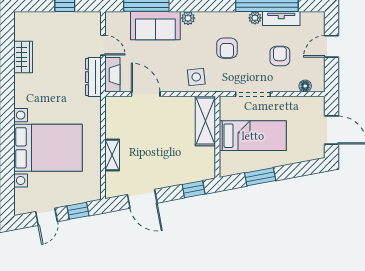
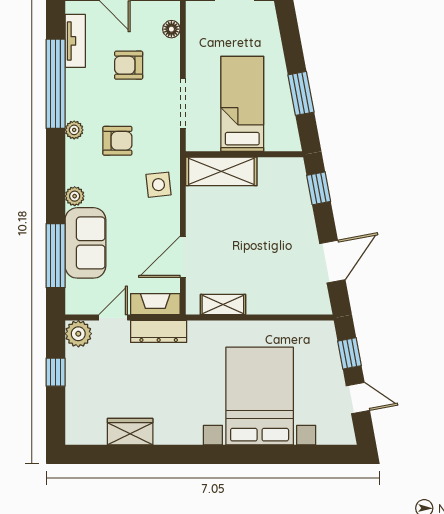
plant: (255, 18) -> (74, 130), moved
tv unit: (281, 19) -> (75, 41), moved
plant: (92, 21) -> (78, 334), added
shelving: (112, 155) -> (223, 305), moved

